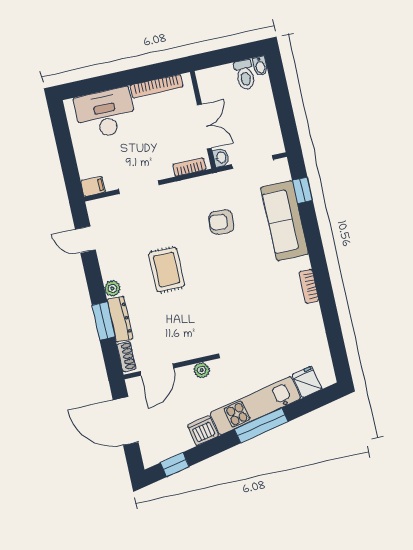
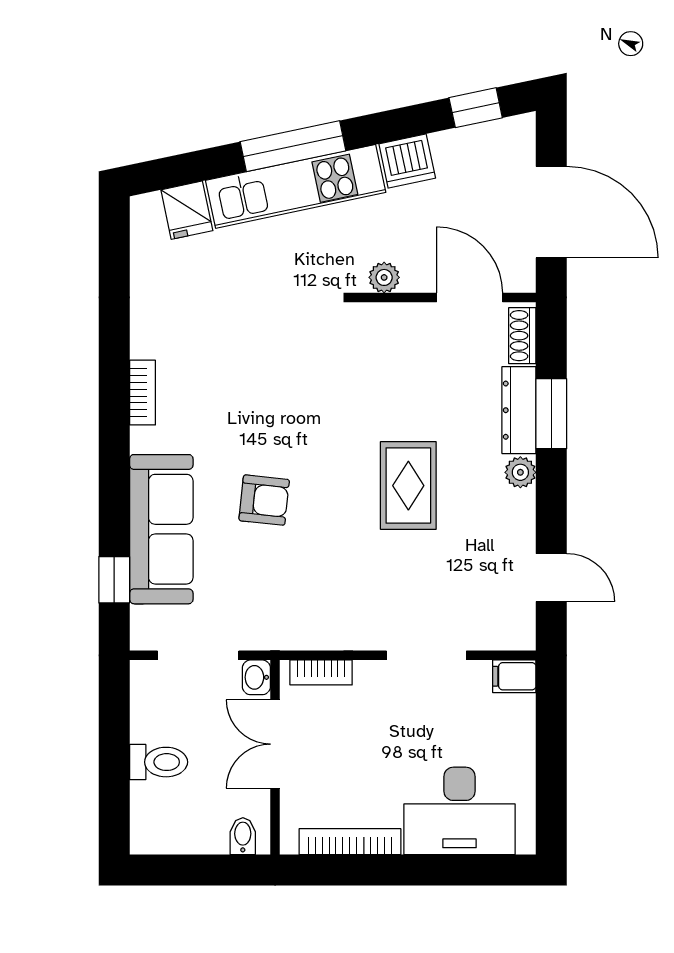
bidet: (260, 66) -> (243, 836), moved
toilet: (245, 75) -> (159, 762), moved, turned 90
armchair: (221, 222) -> (264, 500), moved
door: (157, 370) -> (470, 297), hinge flipped

